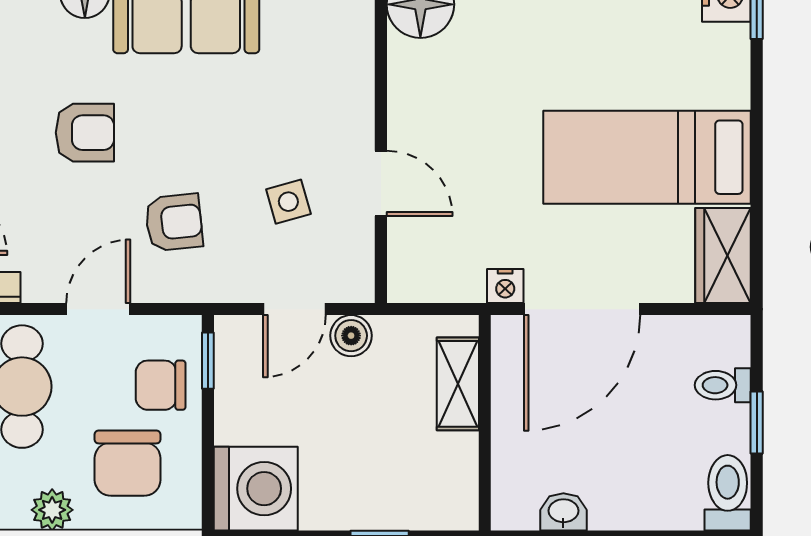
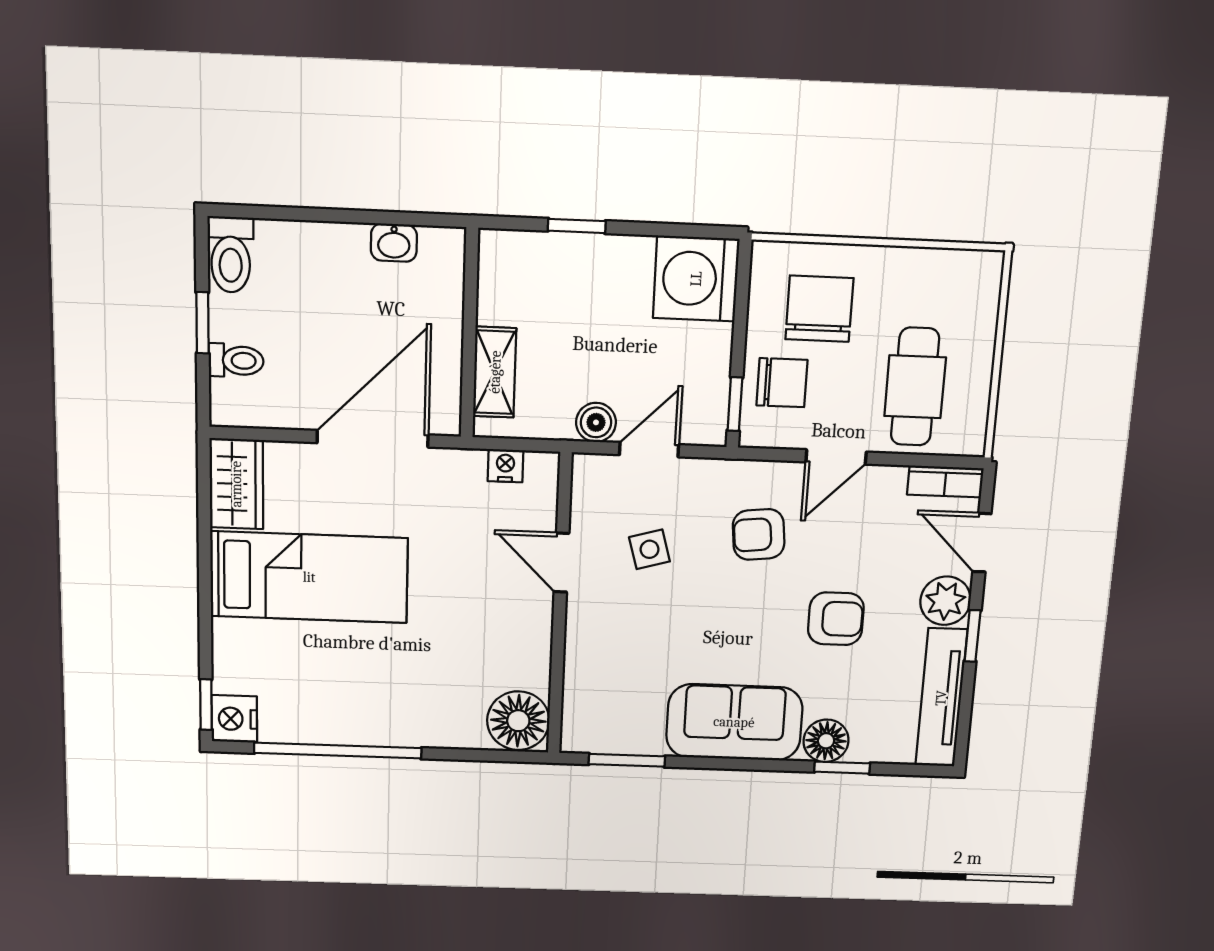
armchair: (85, 133) -> (836, 619), turned 180
nightstand: (505, 286) -> (505, 466), moved
plant: (52, 510) -> (896, 266), removed

